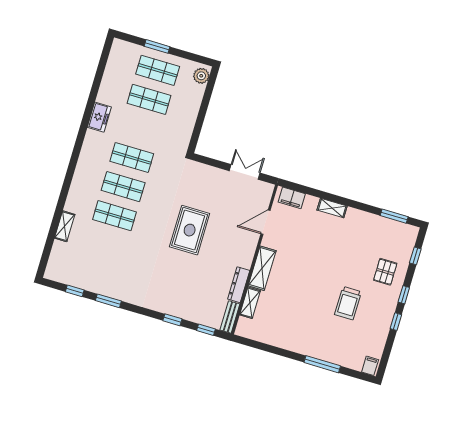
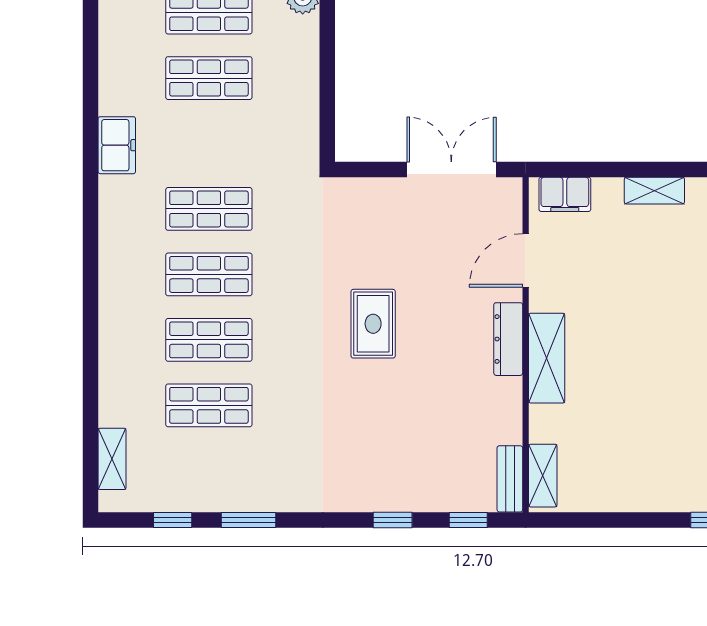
double door: (245, 172) -> (451, 169), width x1.37
shelving: (65, 226) -> (112, 459), moved
rug: (190, 230) -> (373, 324), width x0.73, depth x0.70
shop shelf: (106, 245) -> (209, 405), added
dresser: (239, 285) -> (508, 339), moved
shelving: (250, 303) -> (543, 476), moved

